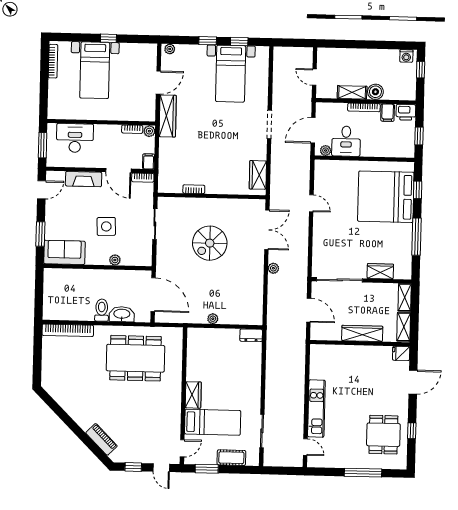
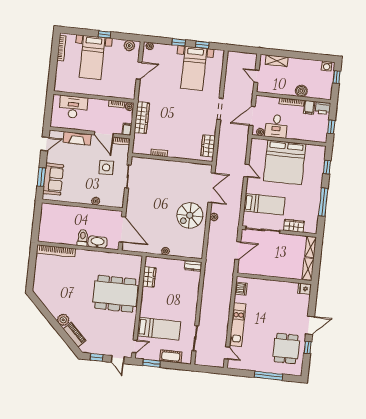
plant: (143, 50) -> (129, 46), added
shelving: (352, 92) -> (277, 61), moved
wardrobe: (168, 116) -> (142, 118), moved
window: (43, 145) -> (48, 110), removed
bed: (386, 197) -> (285, 162), moved, turned -90
side table: (106, 226) -> (106, 168), moved
spiral stairs: (210, 243) -> (190, 215), moved
bed: (339, 246) -> (264, 204), added
sofa: (64, 252) -> (53, 179), moved, turned 90
door: (309, 310) -> (238, 251), hinge flipped
wardrobe: (362, 333) -> (276, 271), removed
dining table: (135, 358) -> (115, 294), moved
dishwasher: (317, 360) -> (241, 289), added
door: (413, 382) -> (310, 325), moved
wardrobe: (193, 395) -> (149, 277), moved
plant: (85, 421) -> (63, 320), added

